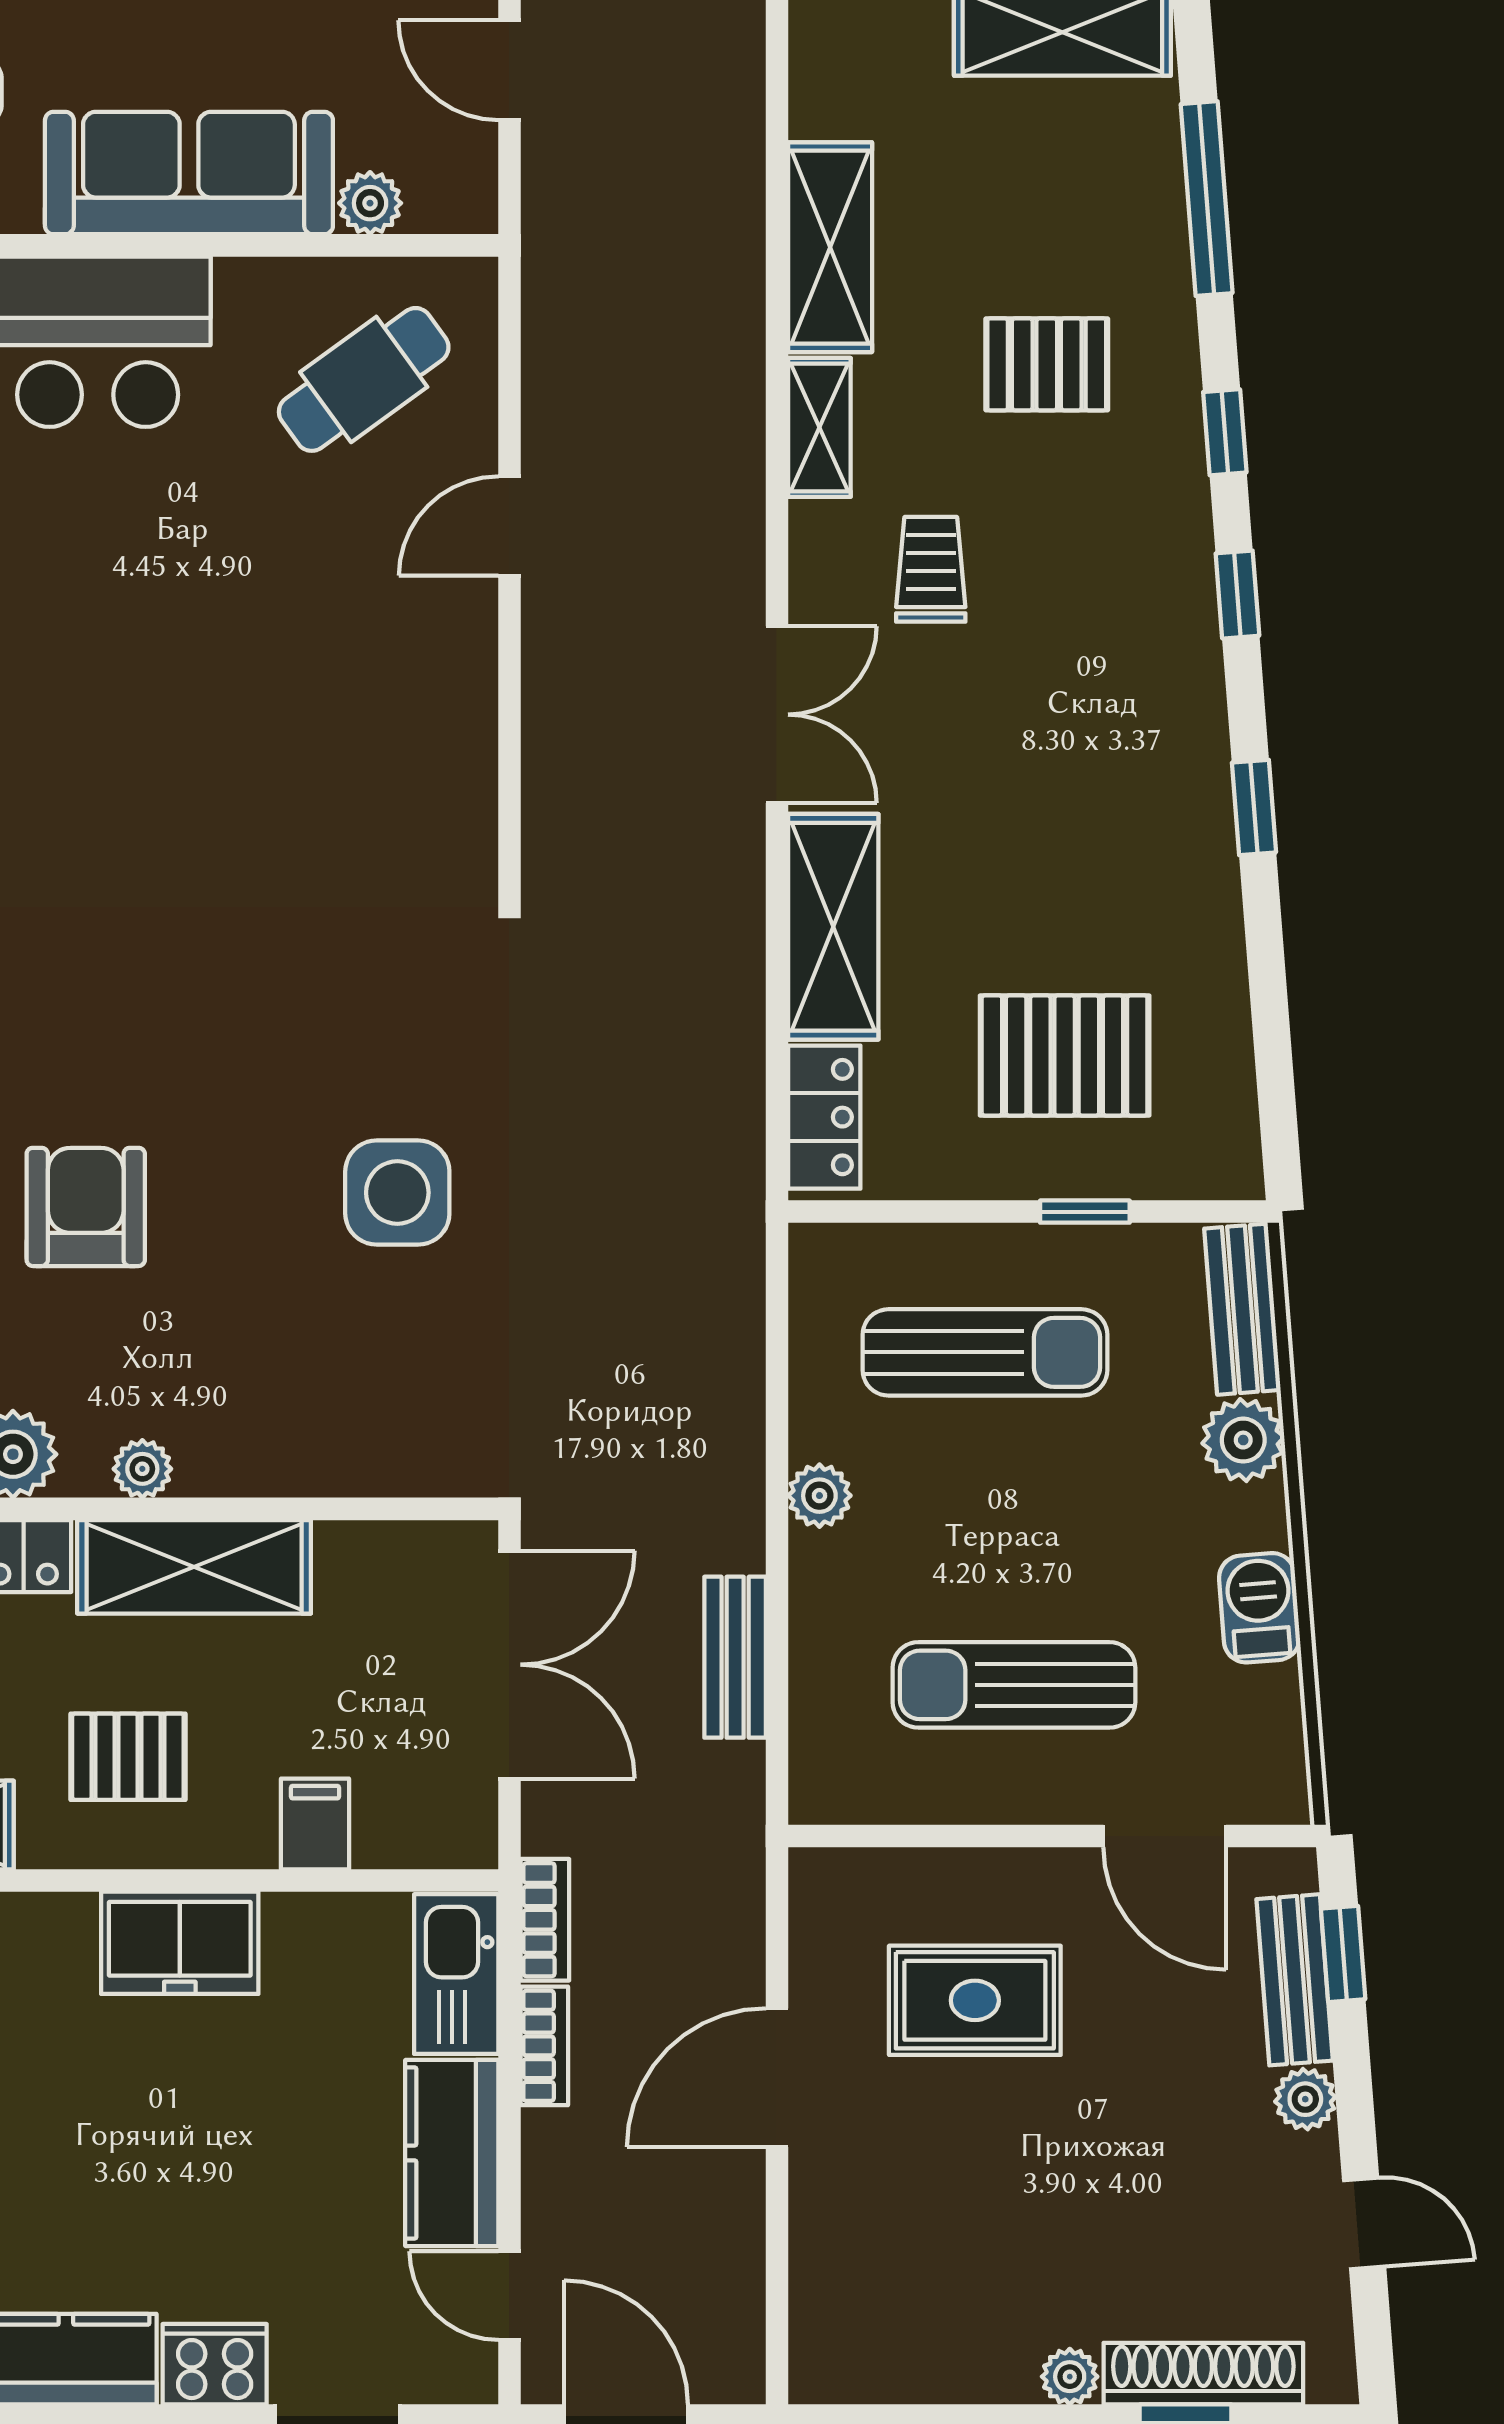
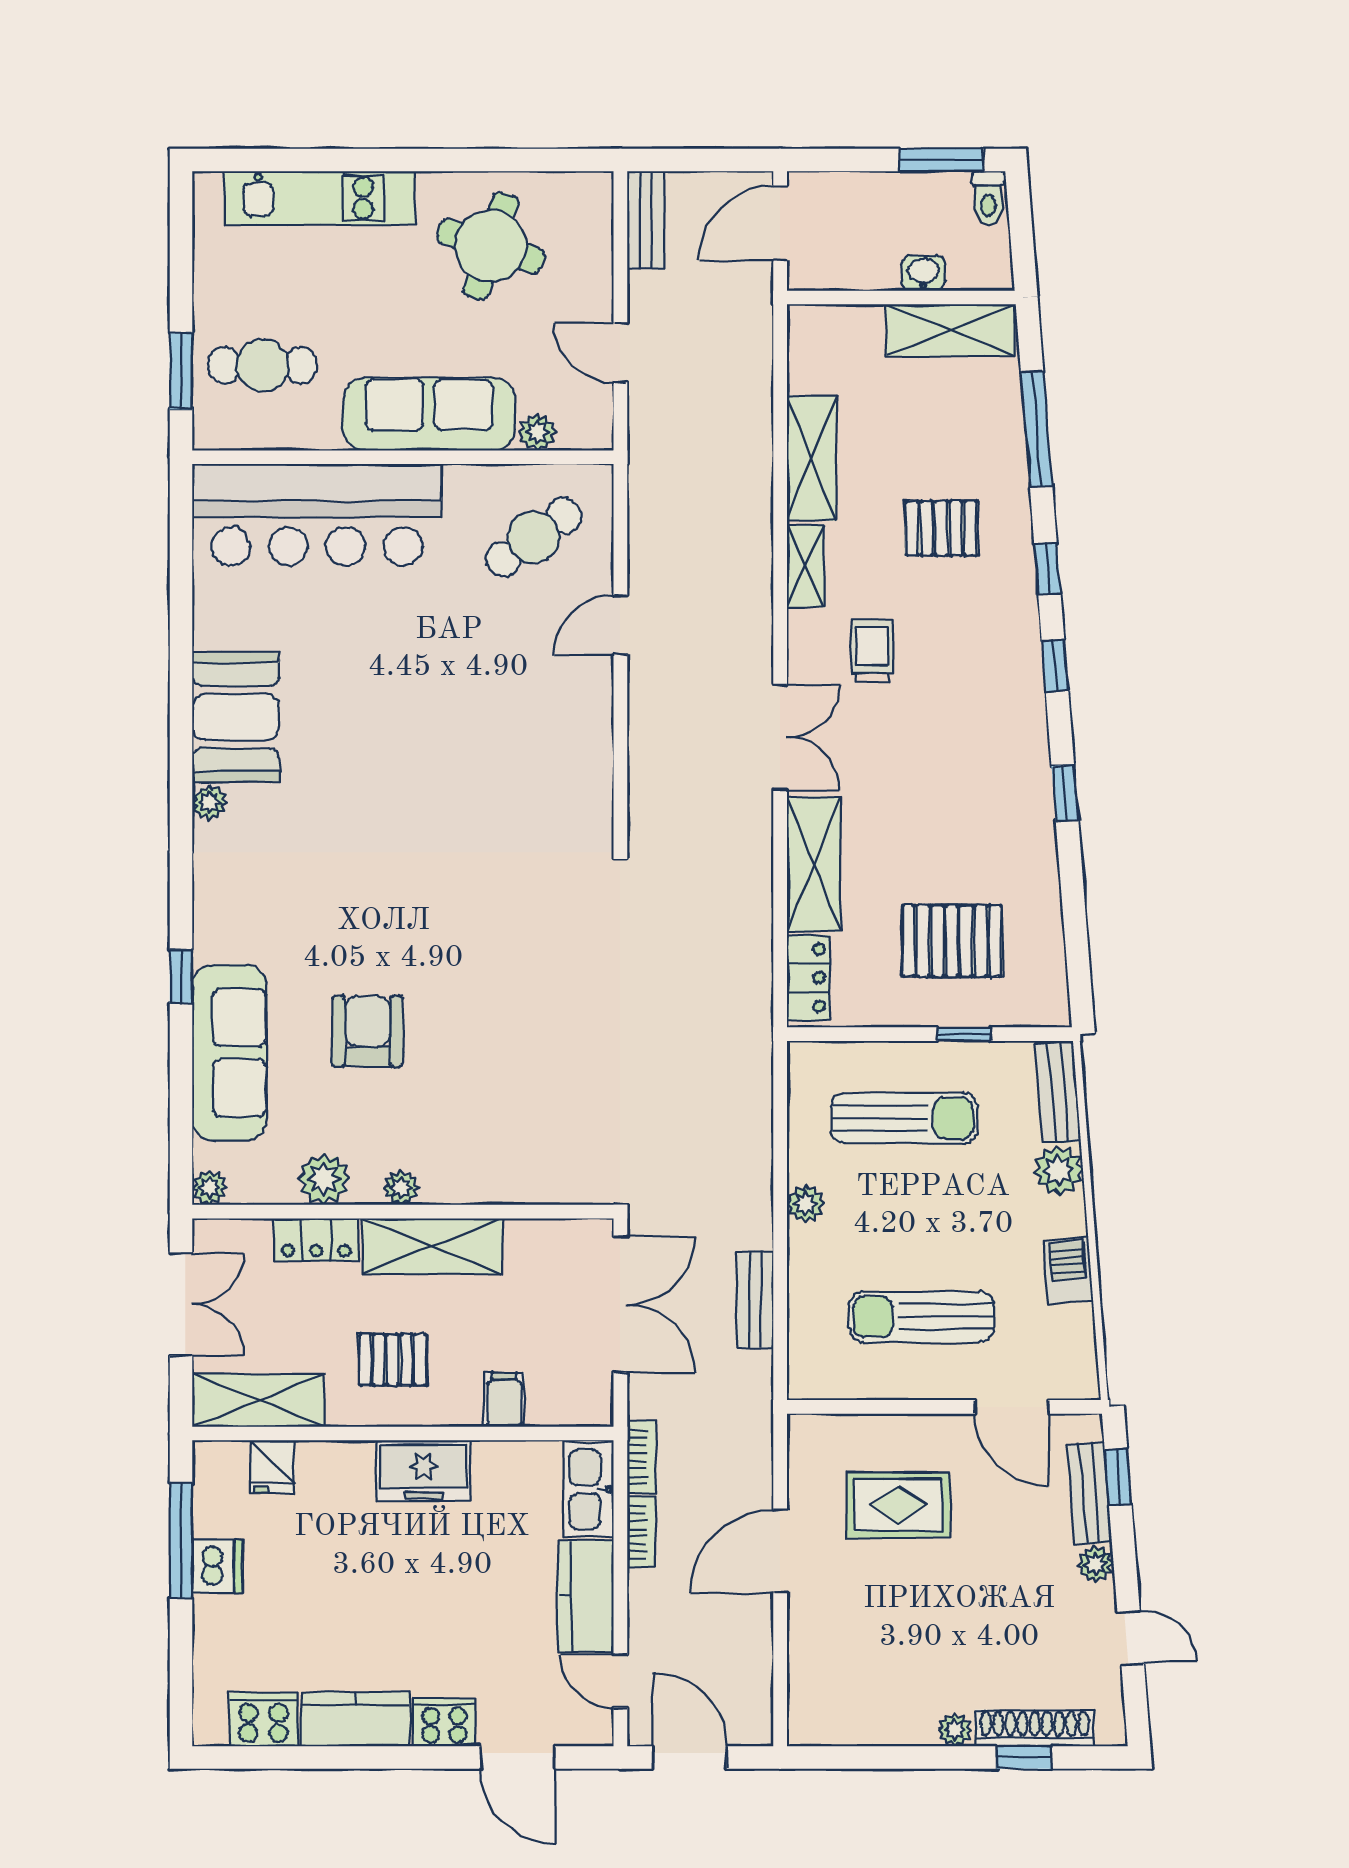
side table: (397, 1193) -> (553, 1023), removed

